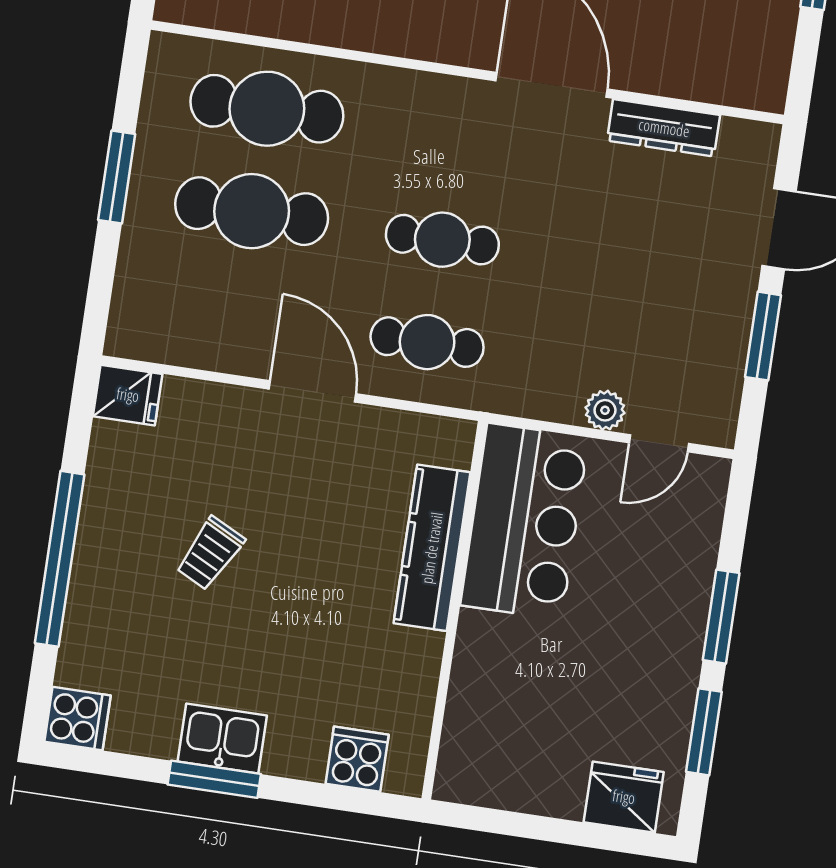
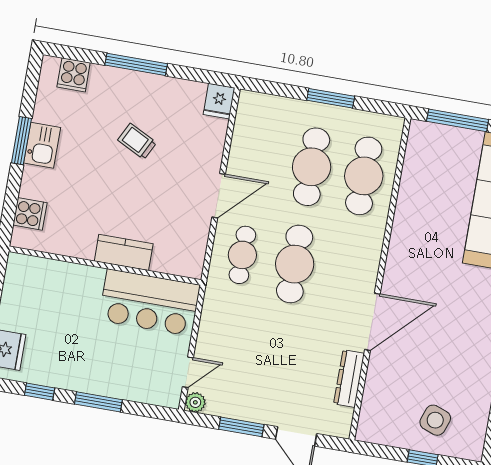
cafe table: (442, 240) -> (295, 264), width x1.37, depth x1.35
plant: (605, 410) -> (195, 402), moved
door: (659, 443) -> (188, 372), swing flipped
kitchen counter: (432, 548) -> (124, 252), width x0.67
window: (60, 559) -> (136, 64), width x0.68
cooker: (78, 719) -> (74, 75), moved
window: (704, 732) -> (40, 392), width x0.67

